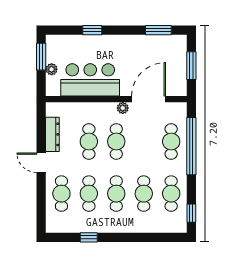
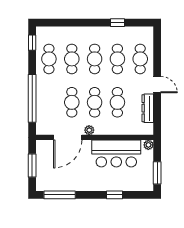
window: (158, 30) -> (60, 195), width x1.44
plant: (52, 69) -> (148, 145), moved
cafe table: (171, 141) -> (72, 102), moved

